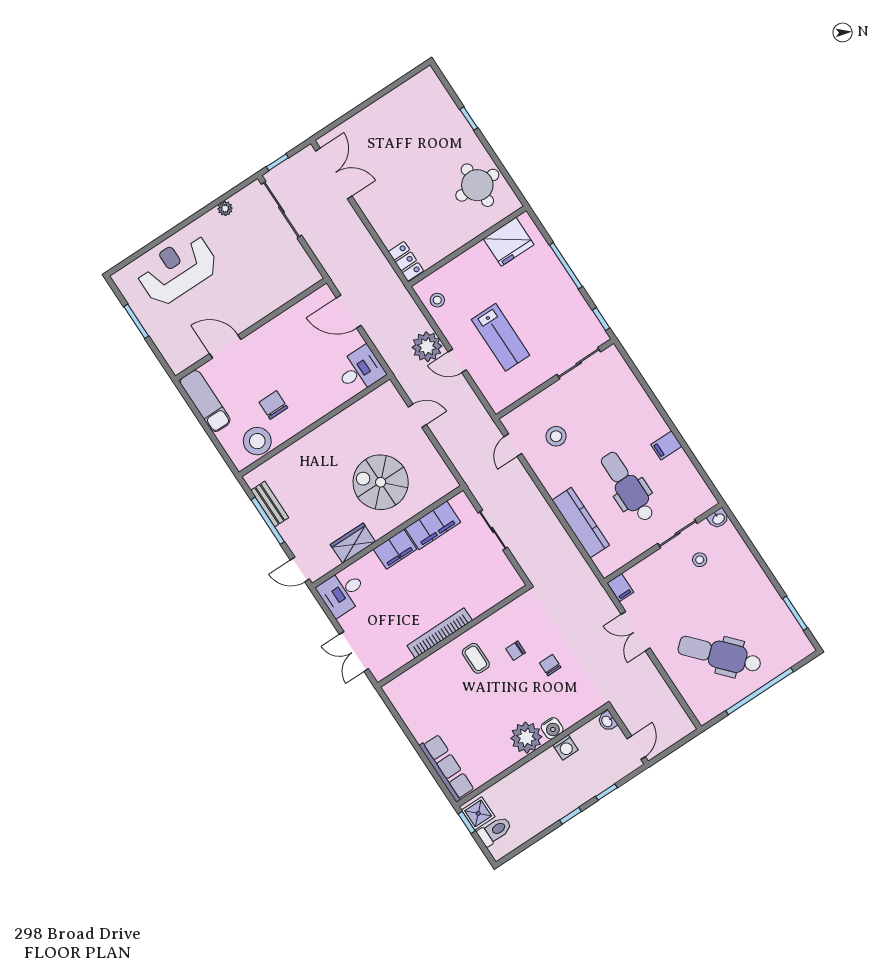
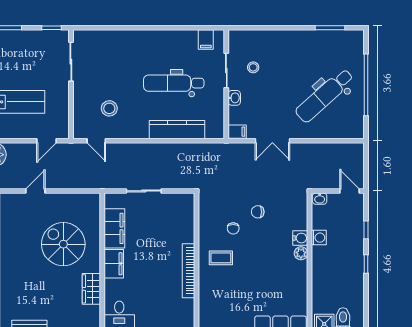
door: (457, 361) -> (46, 141), moved
filing cabinet: (666, 445) -> (206, 40), moved
spiral stairs: (381, 482) -> (63, 244), turned 90
washbasin: (718, 519) -> (234, 98), moved
plant: (526, 738) -> (301, 253), width x0.53, depth x0.53

